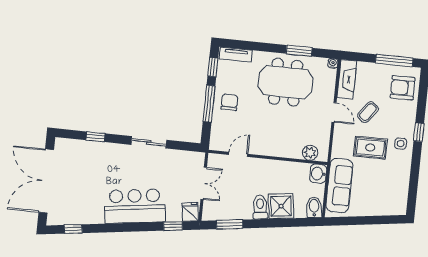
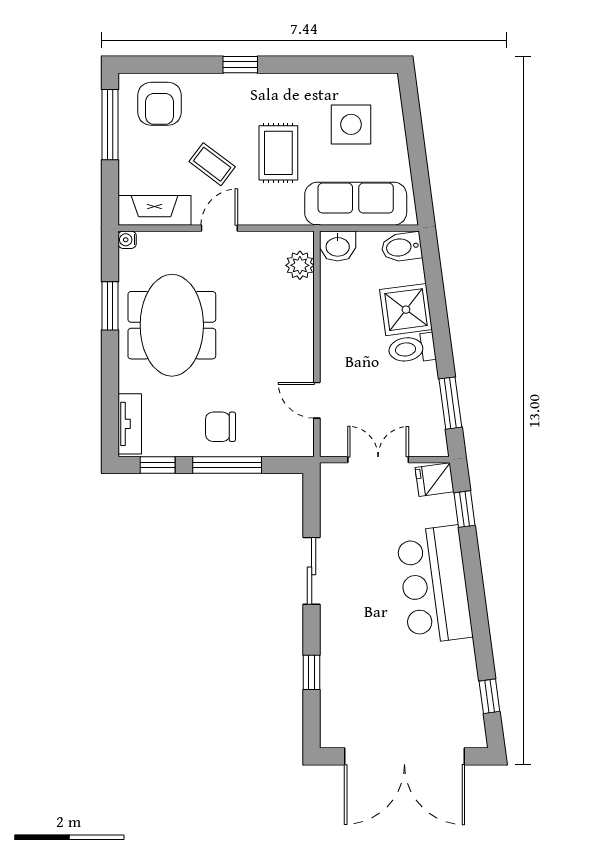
side table: (401, 144) -> (351, 124), moved, width x1.87, depth x1.87

